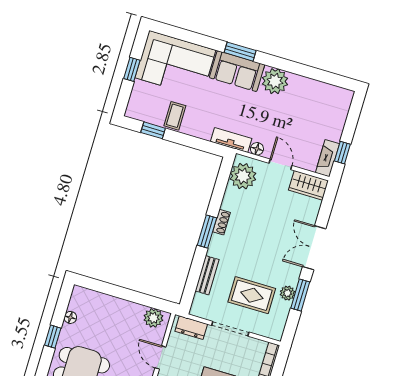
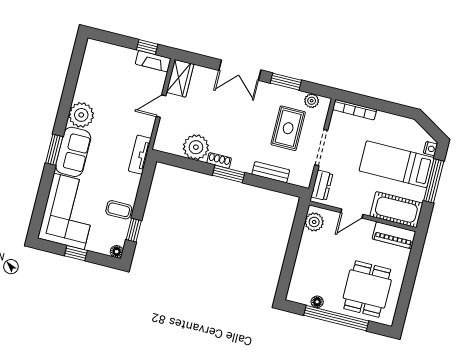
floor lamp: (257, 149) -> (117, 252), moved
plant: (243, 176) -> (196, 147), moved
plant: (287, 293) -> (312, 101), moved
window: (53, 337) -> (336, 318), width x3.17

